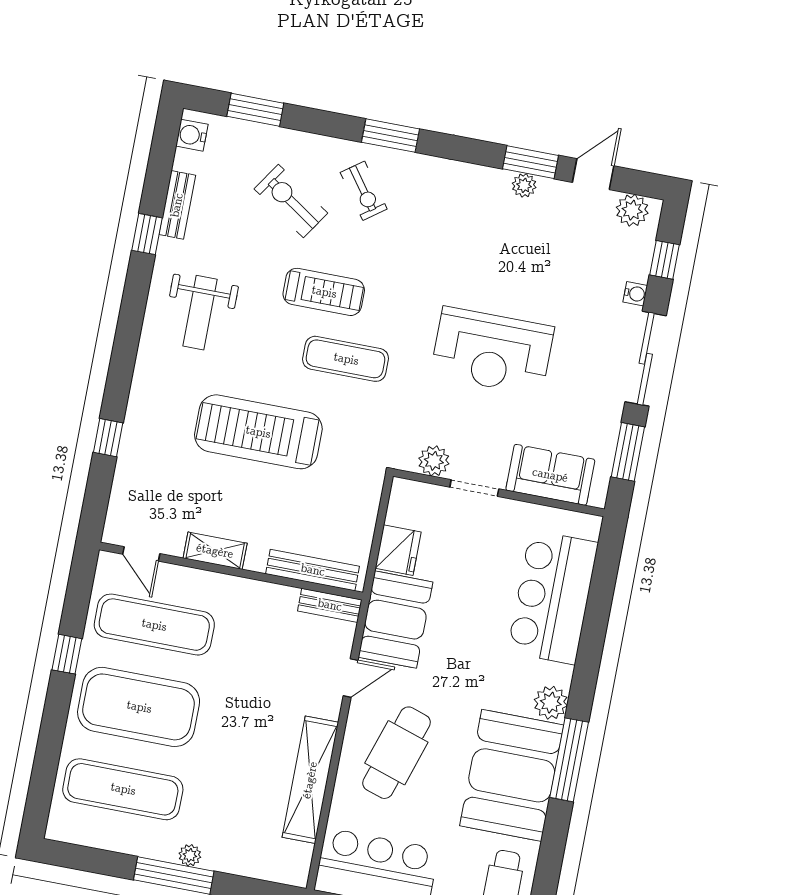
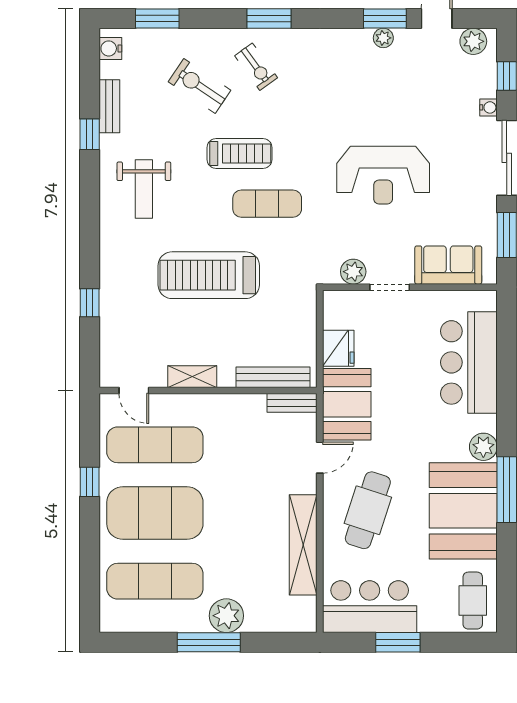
plant: (190, 855) -> (226, 616), width x1.88, depth x1.88

